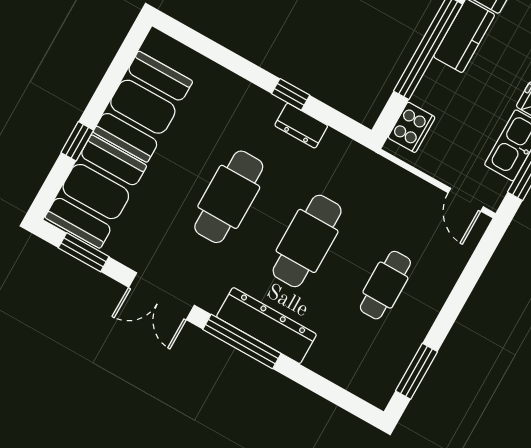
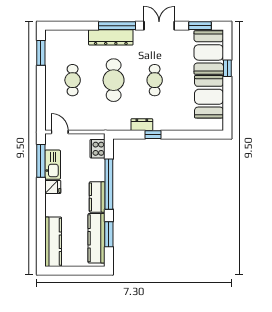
cafe table: (229, 197) -> (155, 80), width x0.73, depth x0.74

